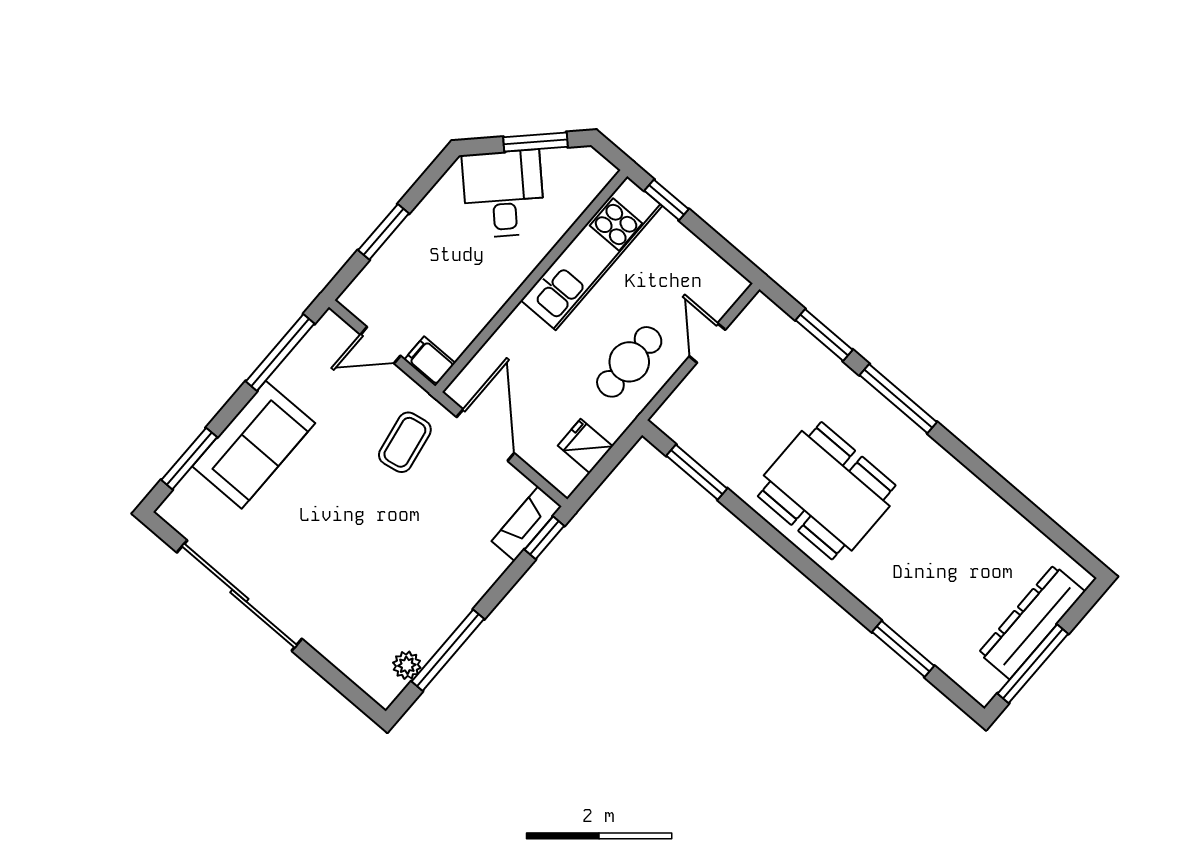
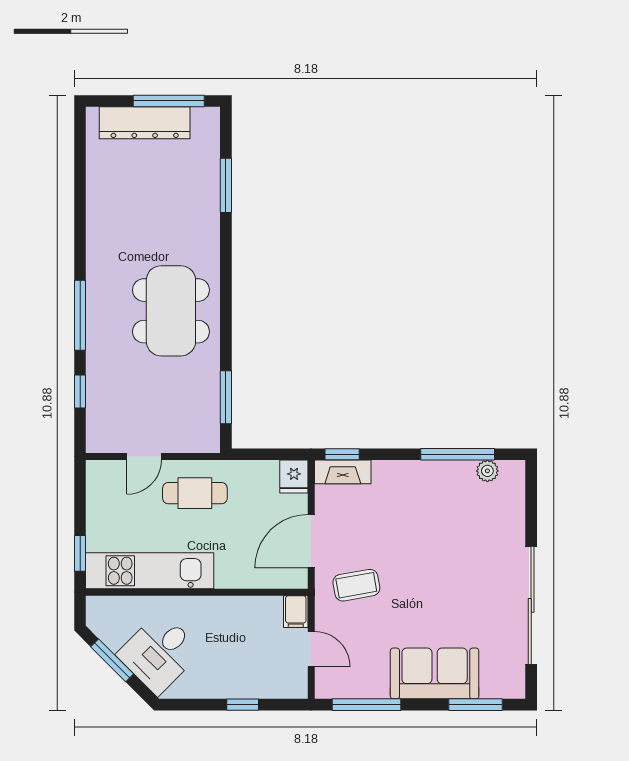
window: (384, 232) -> (243, 705), width x0.67
window: (824, 335) -> (80, 392), width x0.67
fridge: (585, 446) -> (294, 476), moved

